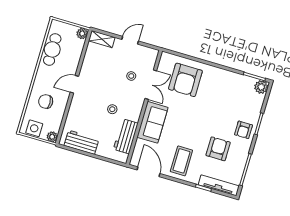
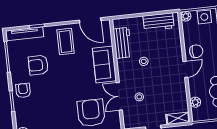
plant: (82, 33) -> (195, 102), moved
chair: (46, 101) -> (196, 51), moved
armchair: (218, 149) -> (38, 65), turned 90

